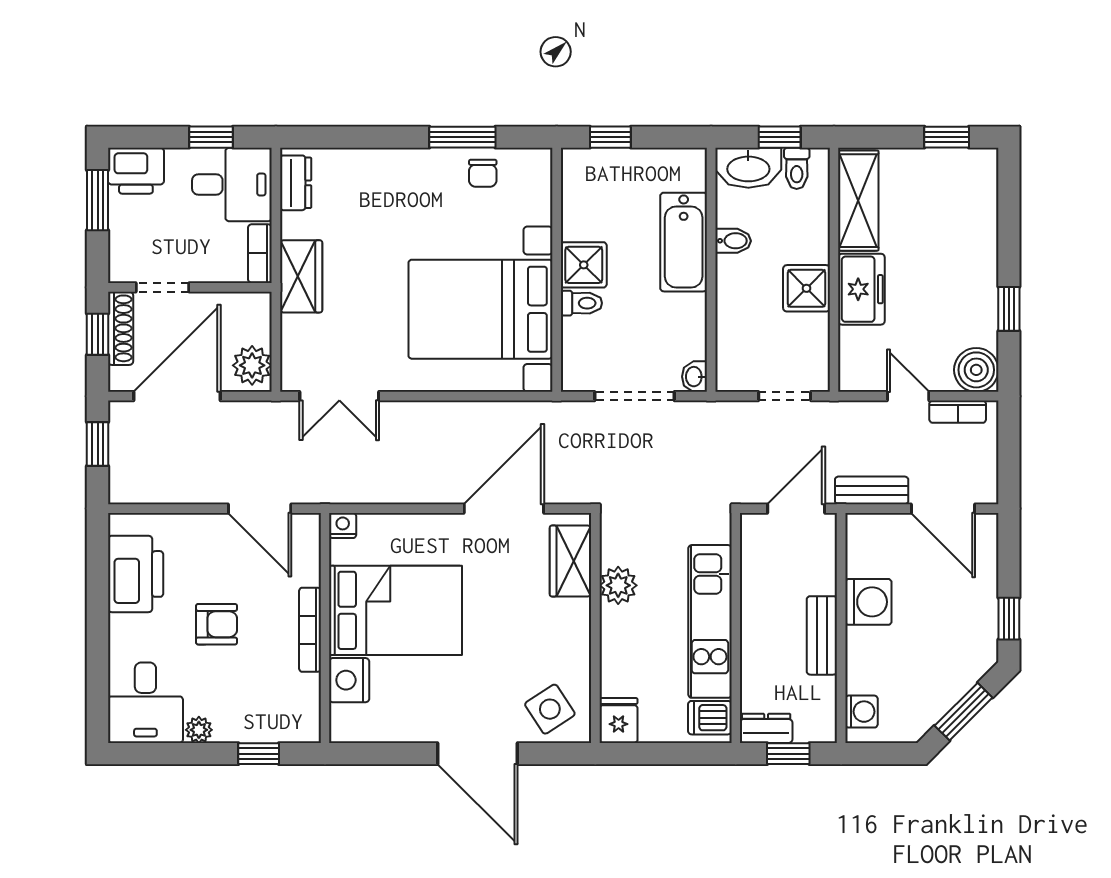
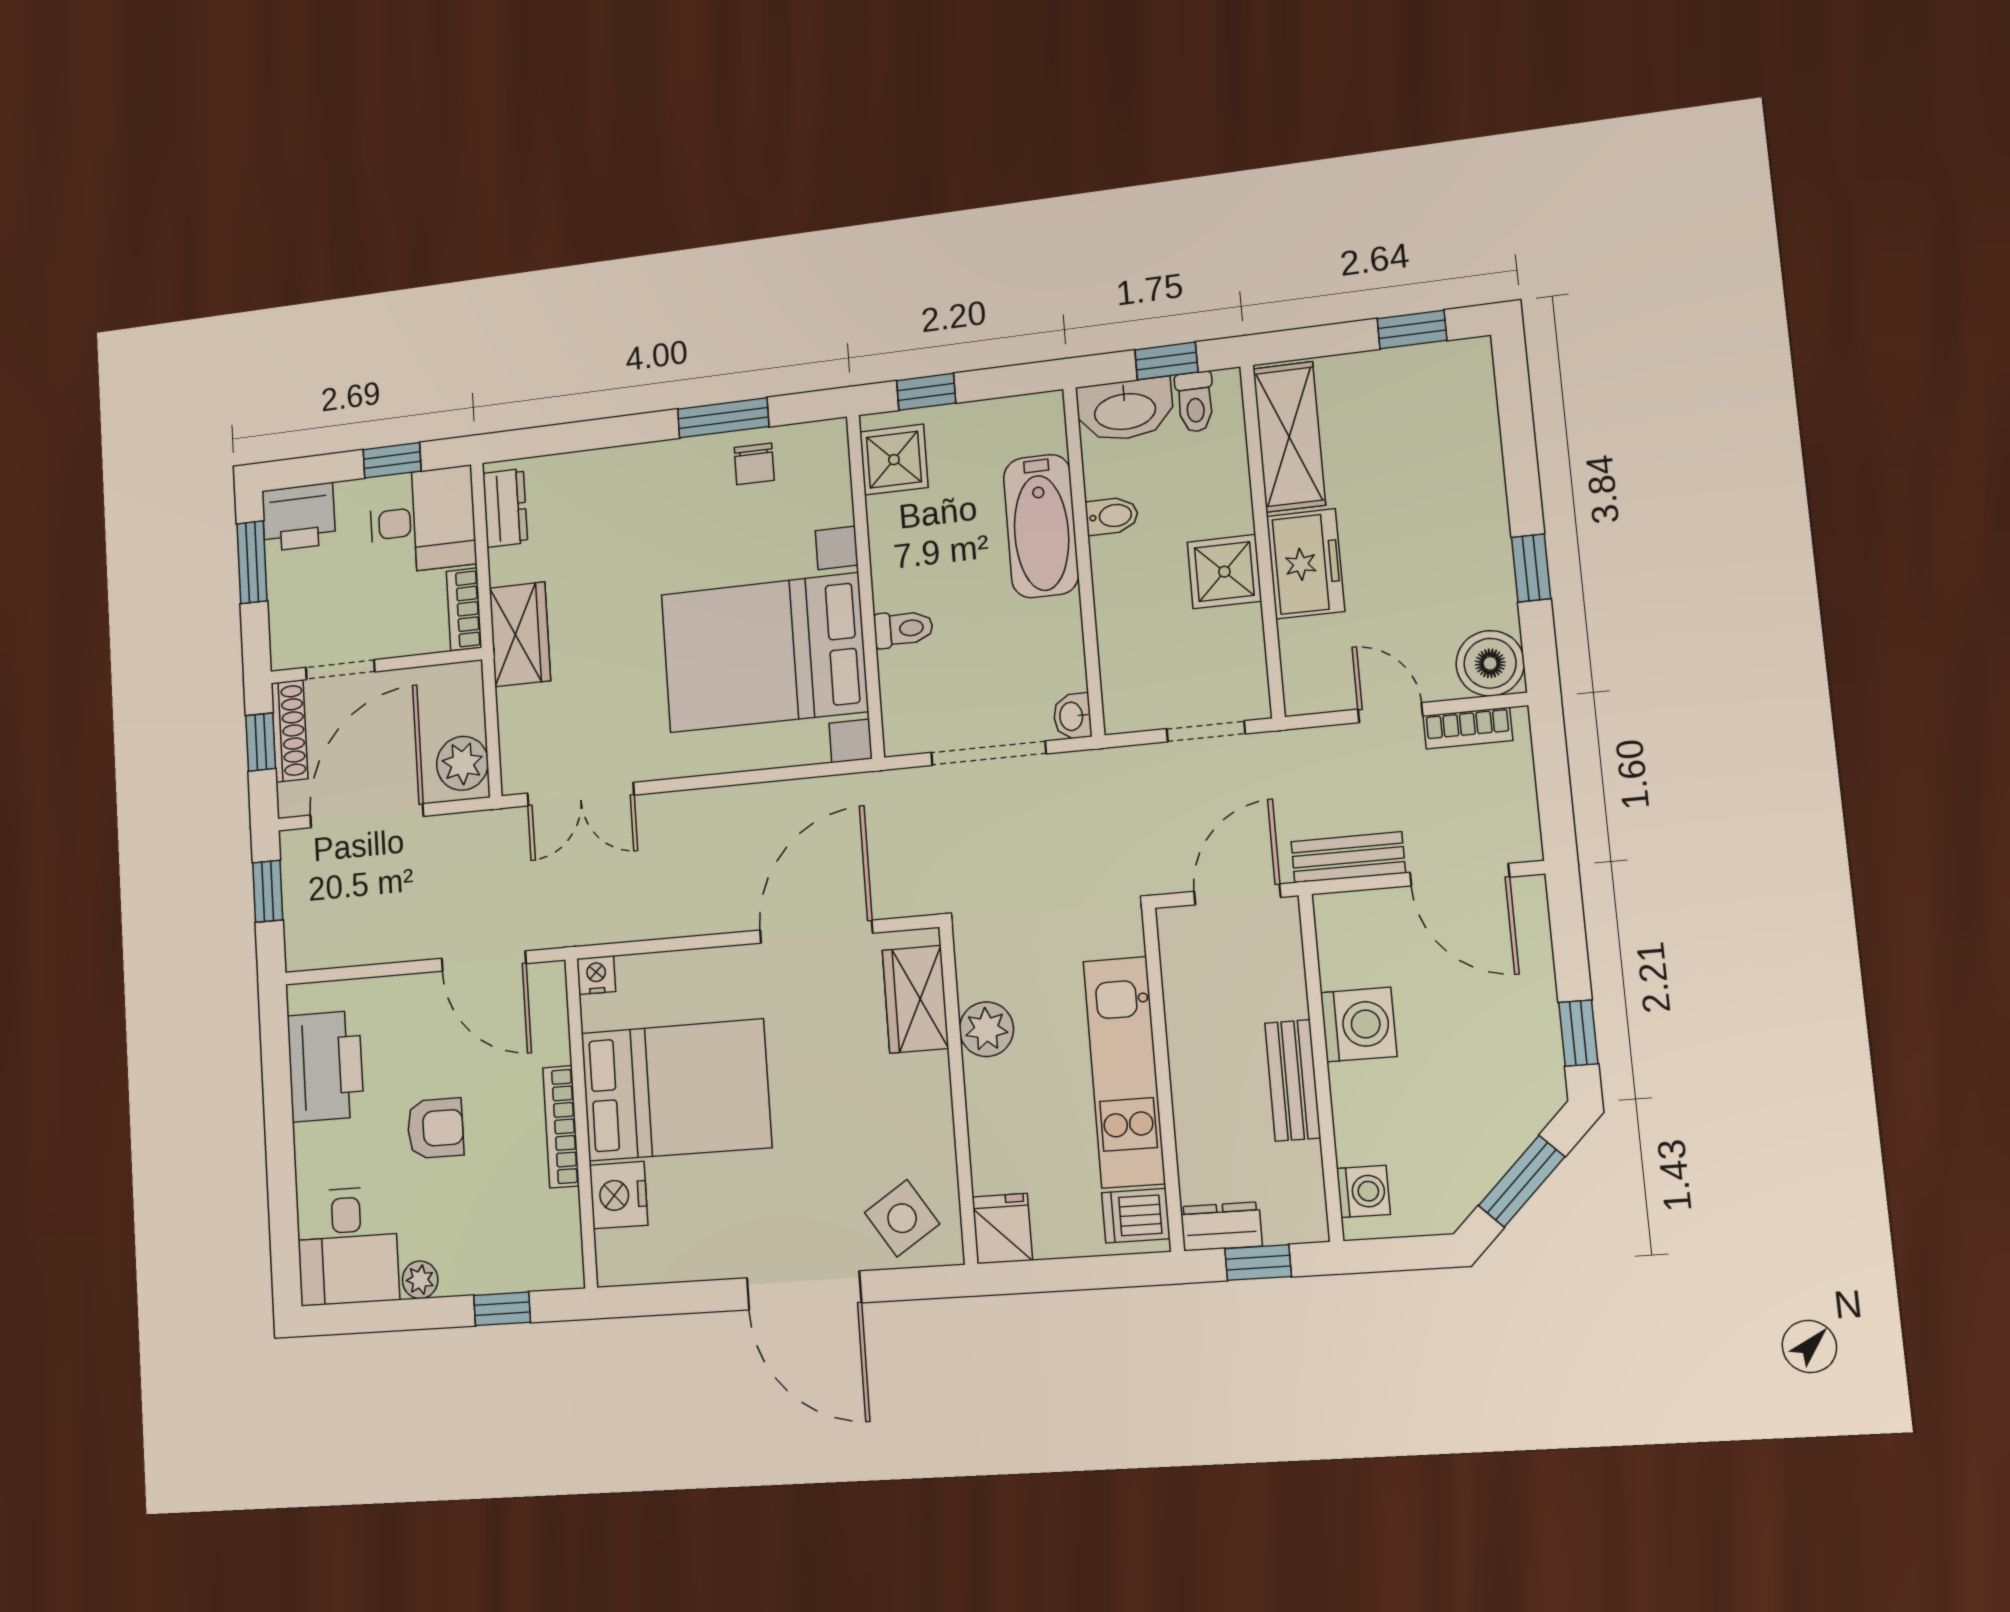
shower: (584, 265) -> (894, 460), moved

